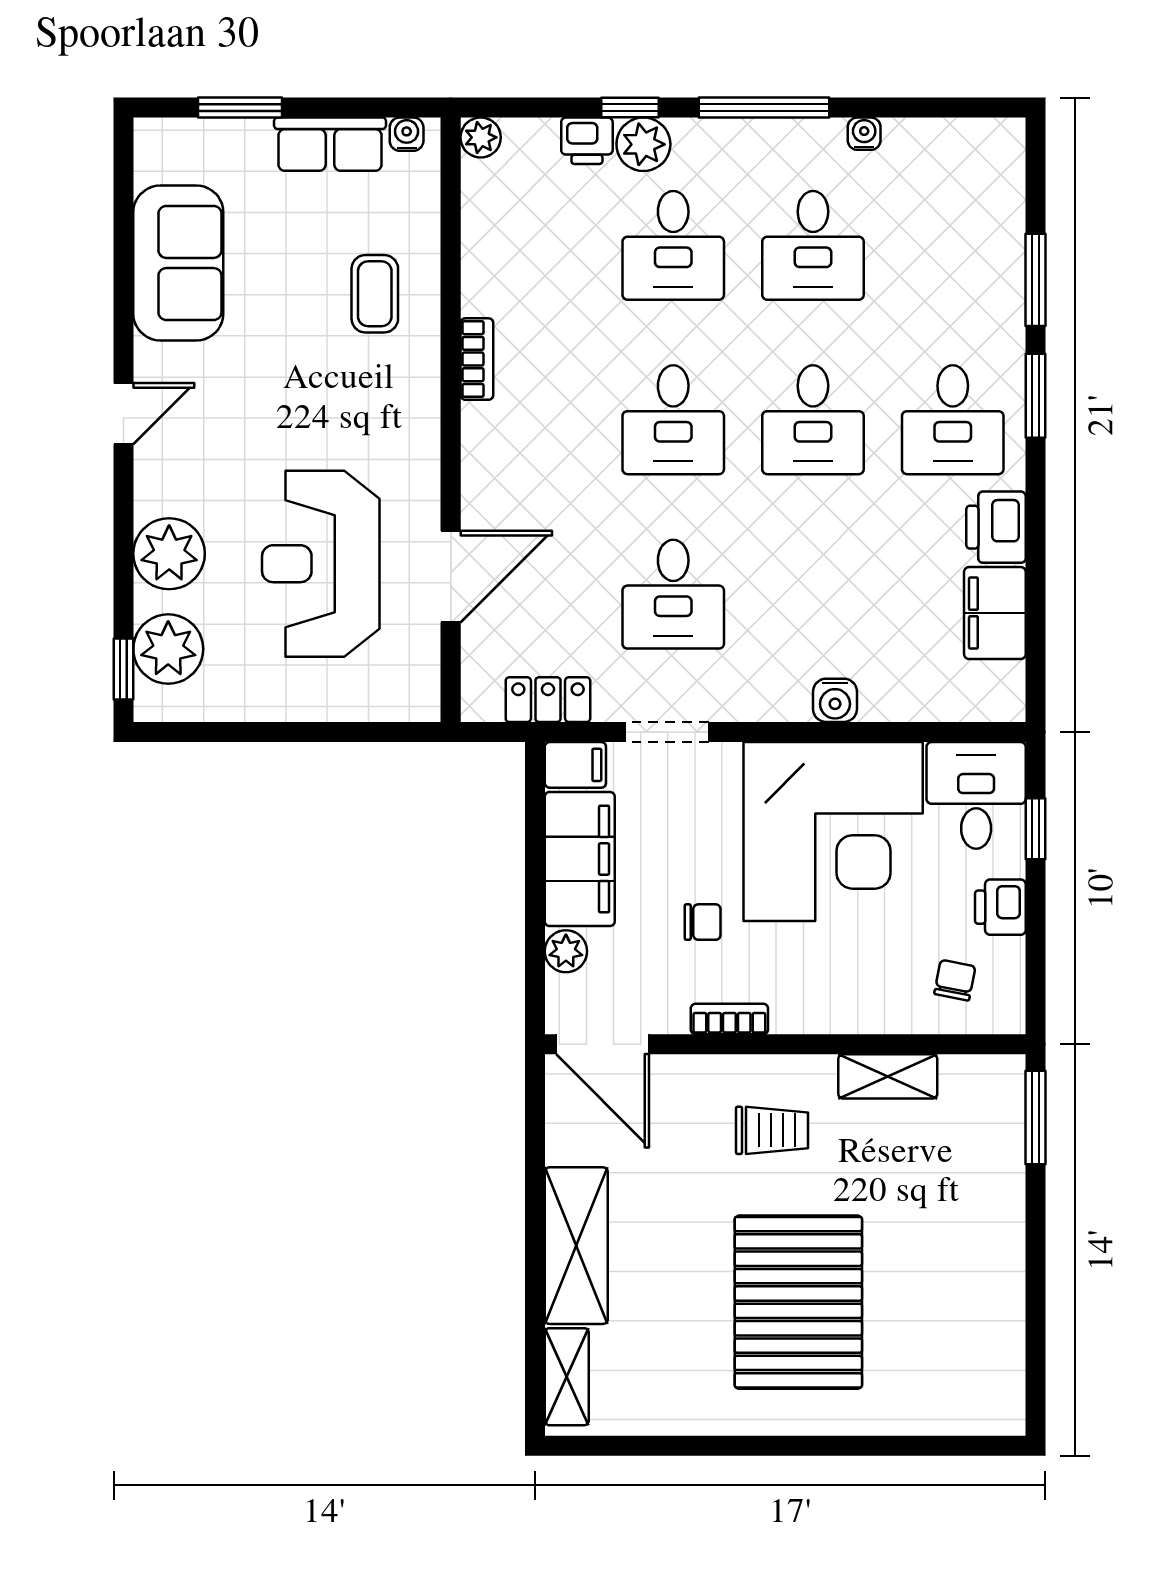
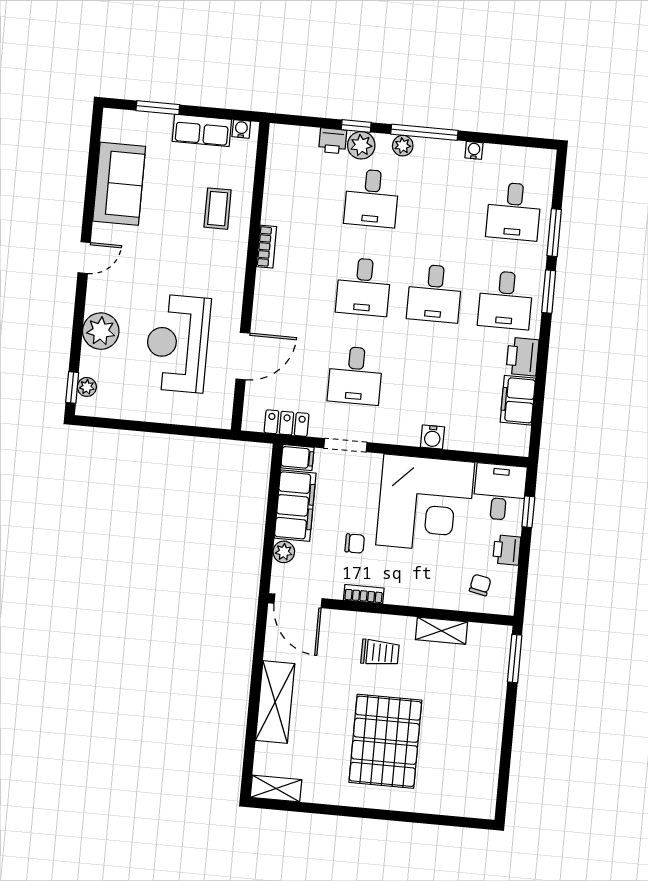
plant: (481, 137) -> (403, 146), moved
desk: (813, 245) -> (514, 211), moved
plant: (168, 649) -> (87, 387), width x0.53, depth x0.53
shelving: (567, 1377) -> (276, 788), moved, turned 90

